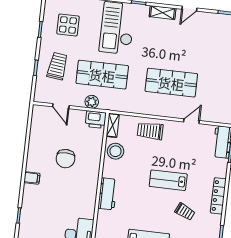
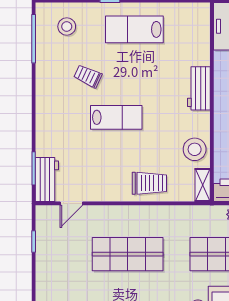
door: (192, 121) -> (71, 203), moved
locker: (218, 196) -> (44, 104), removed

